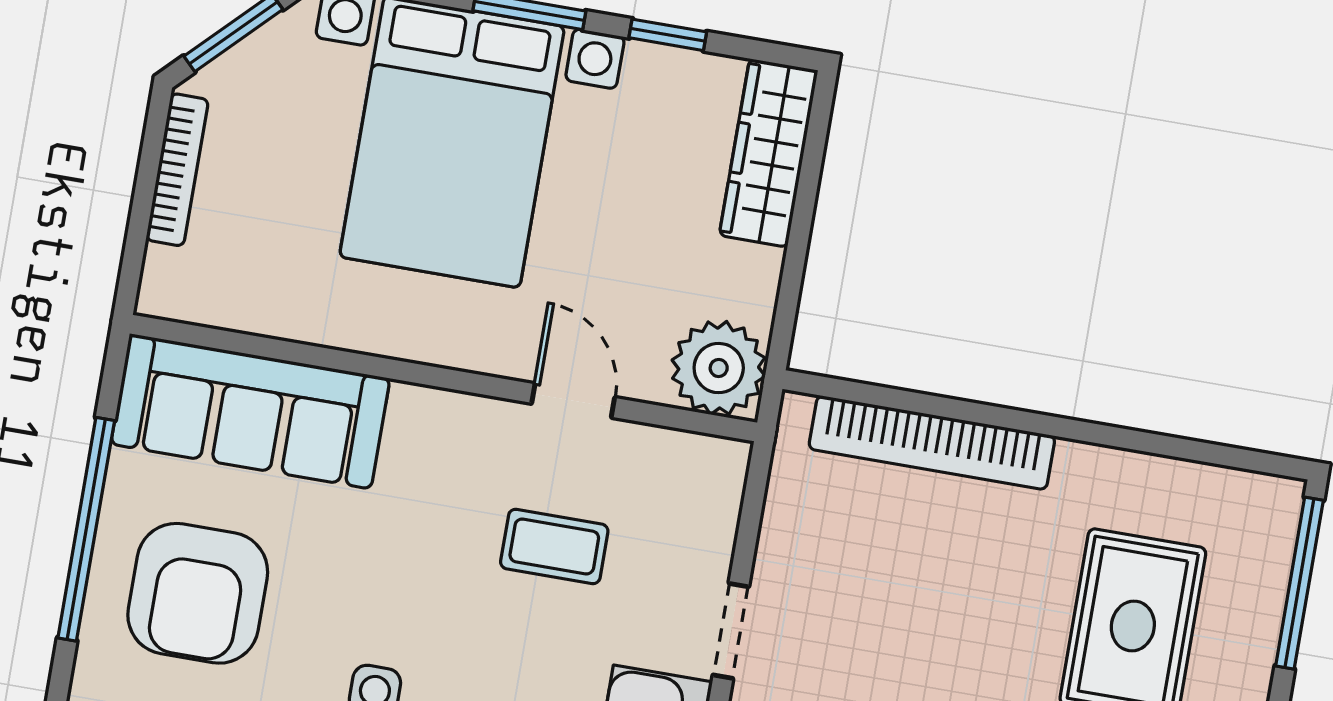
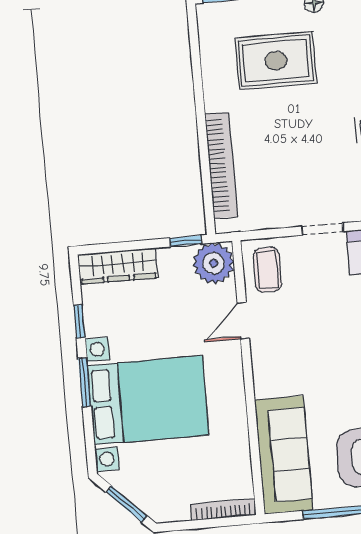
bookcase: (177, 170) -> (223, 510), moved
window: (785, 319) -> (186, 241), added
coffee table: (554, 546) -> (267, 270), moved

